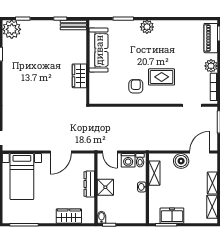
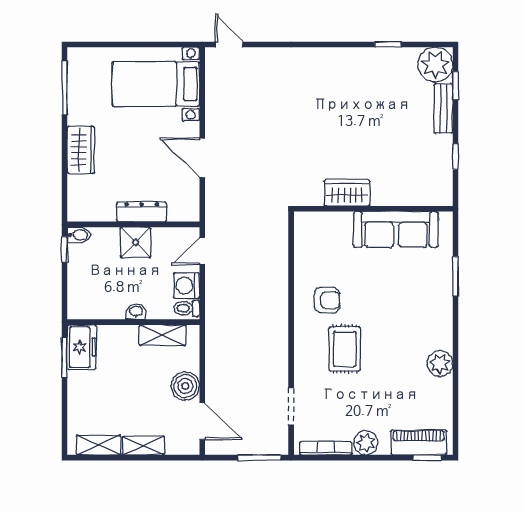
bench: (73, 25) -> (443, 109), moved
plant: (147, 27) -> (440, 364), moved
wardrobe: (69, 216) -> (81, 150), moved
freezer: (172, 216) -> (82, 347), moved

